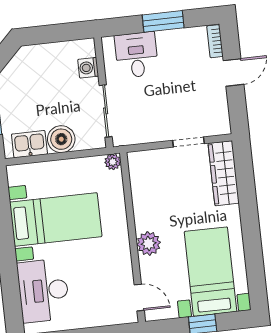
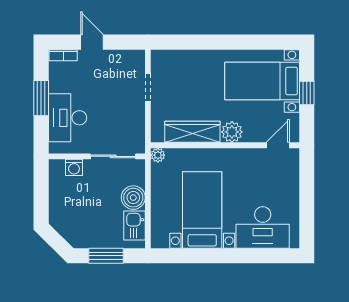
desk: (136, 55) -> (68, 118), width x1.37
wardrobe: (224, 173) -> (192, 132), moved, turned 180

